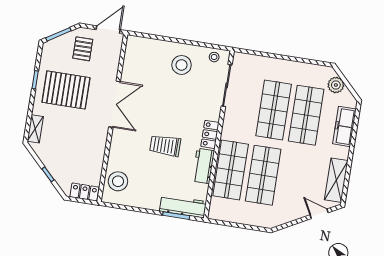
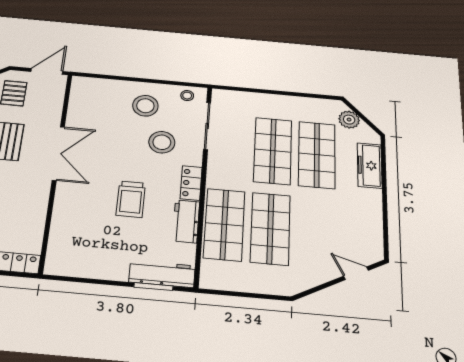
trolley: (165, 146) -> (131, 199), turned -90
shelving: (336, 180) -> (371, 230), removed
stool: (118, 181) -> (162, 142), moved

